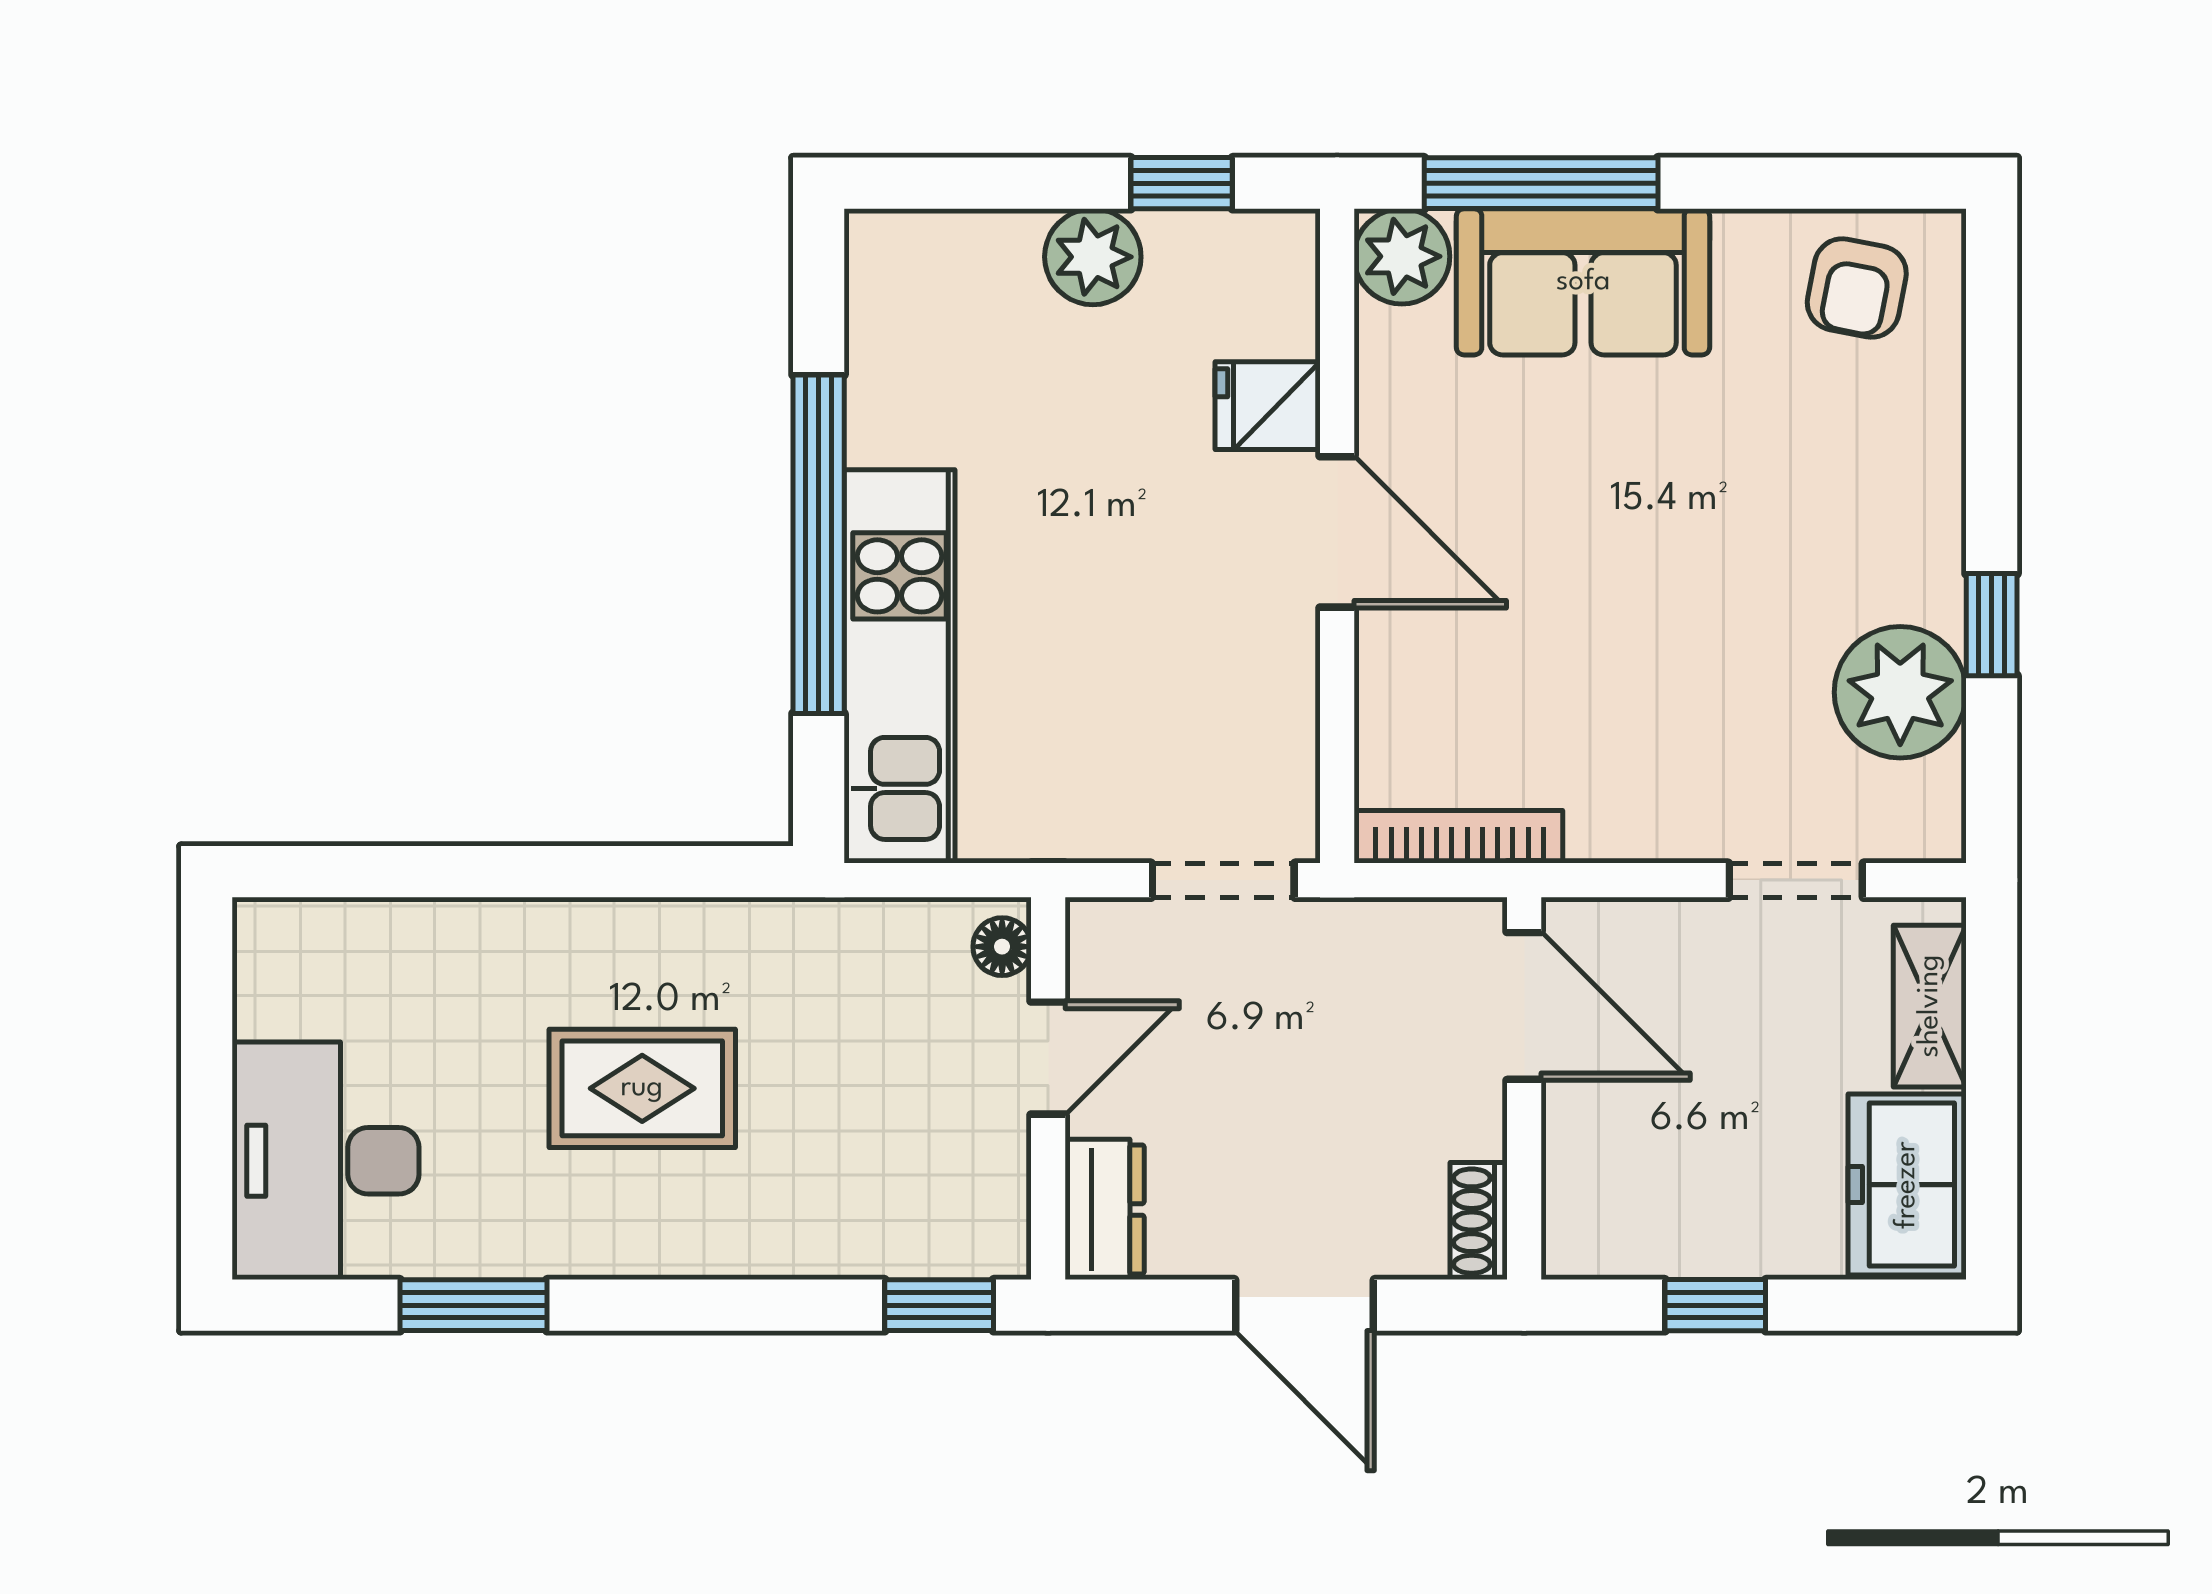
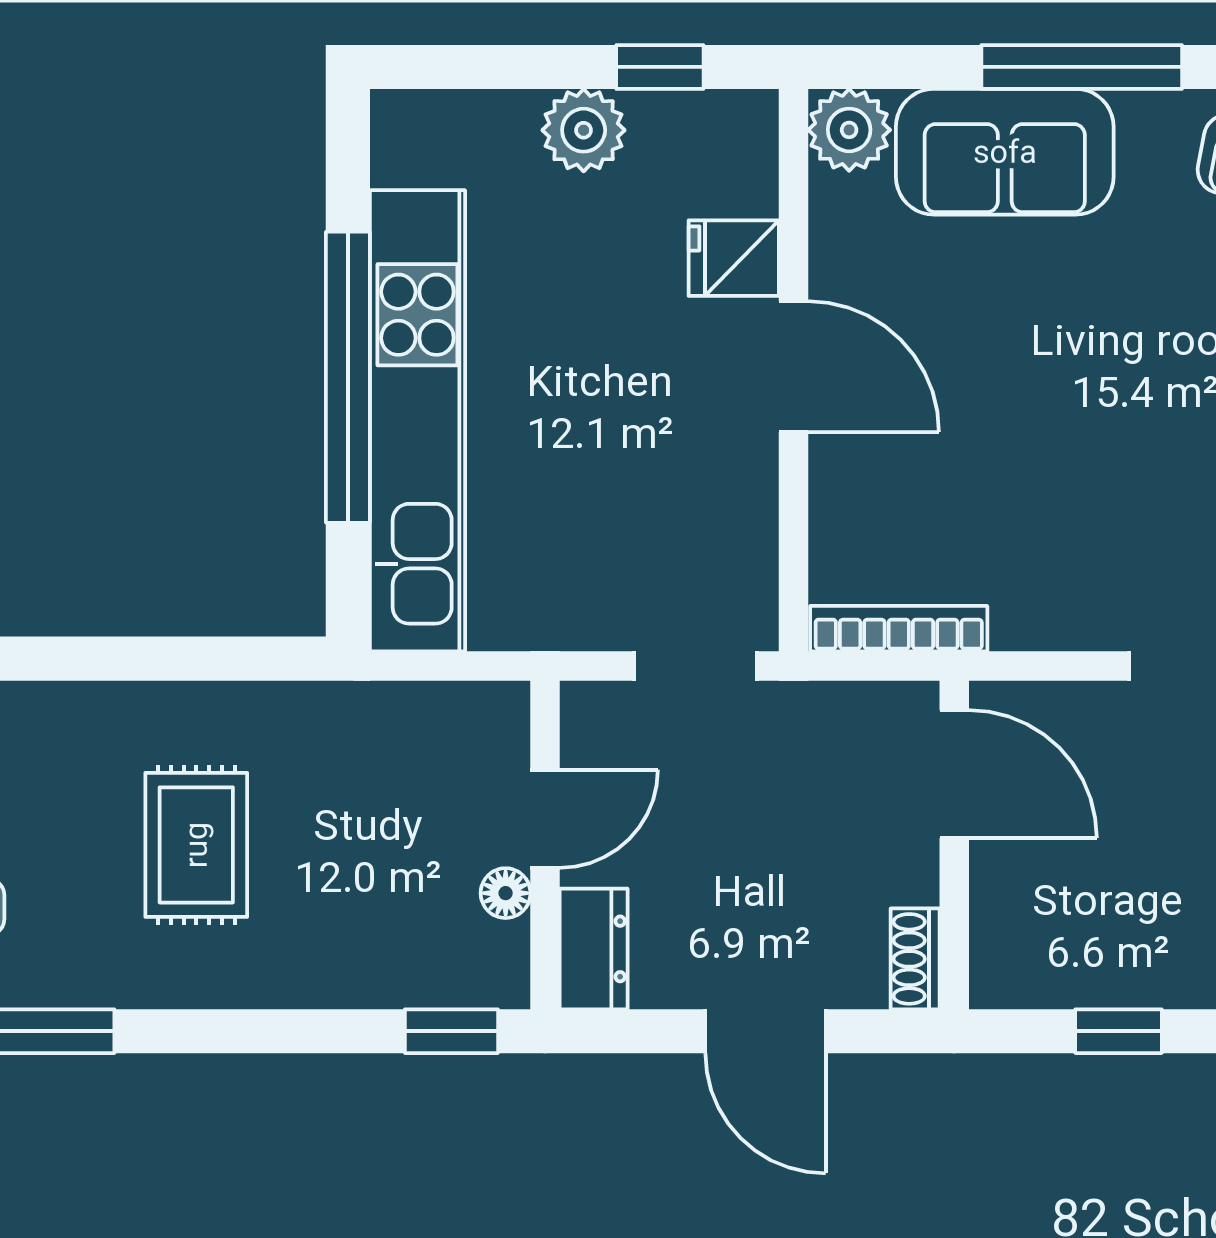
window: (1541, 183) -> (1082, 67), moved
kitchen unit: (900, 666) -> (417, 421), width x1.36
floor lamp: (1002, 947) -> (506, 893), moved
rug: (642, 1088) -> (196, 845), turned 90

